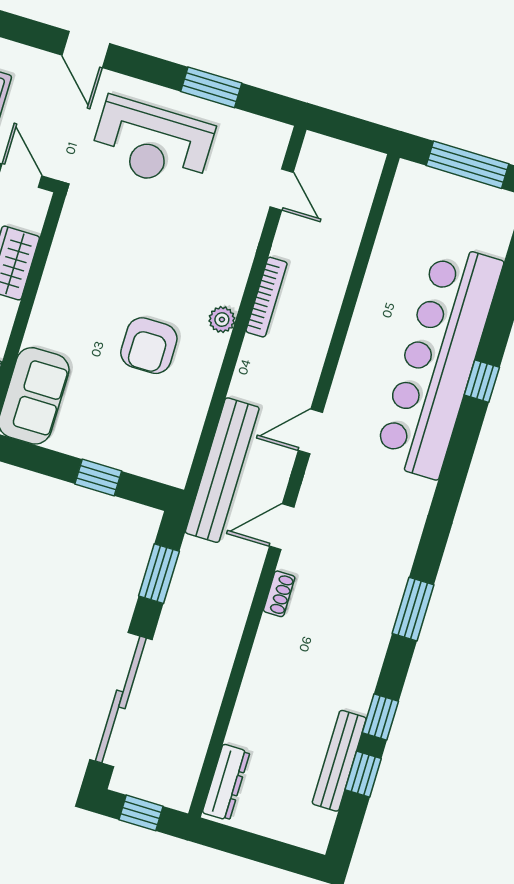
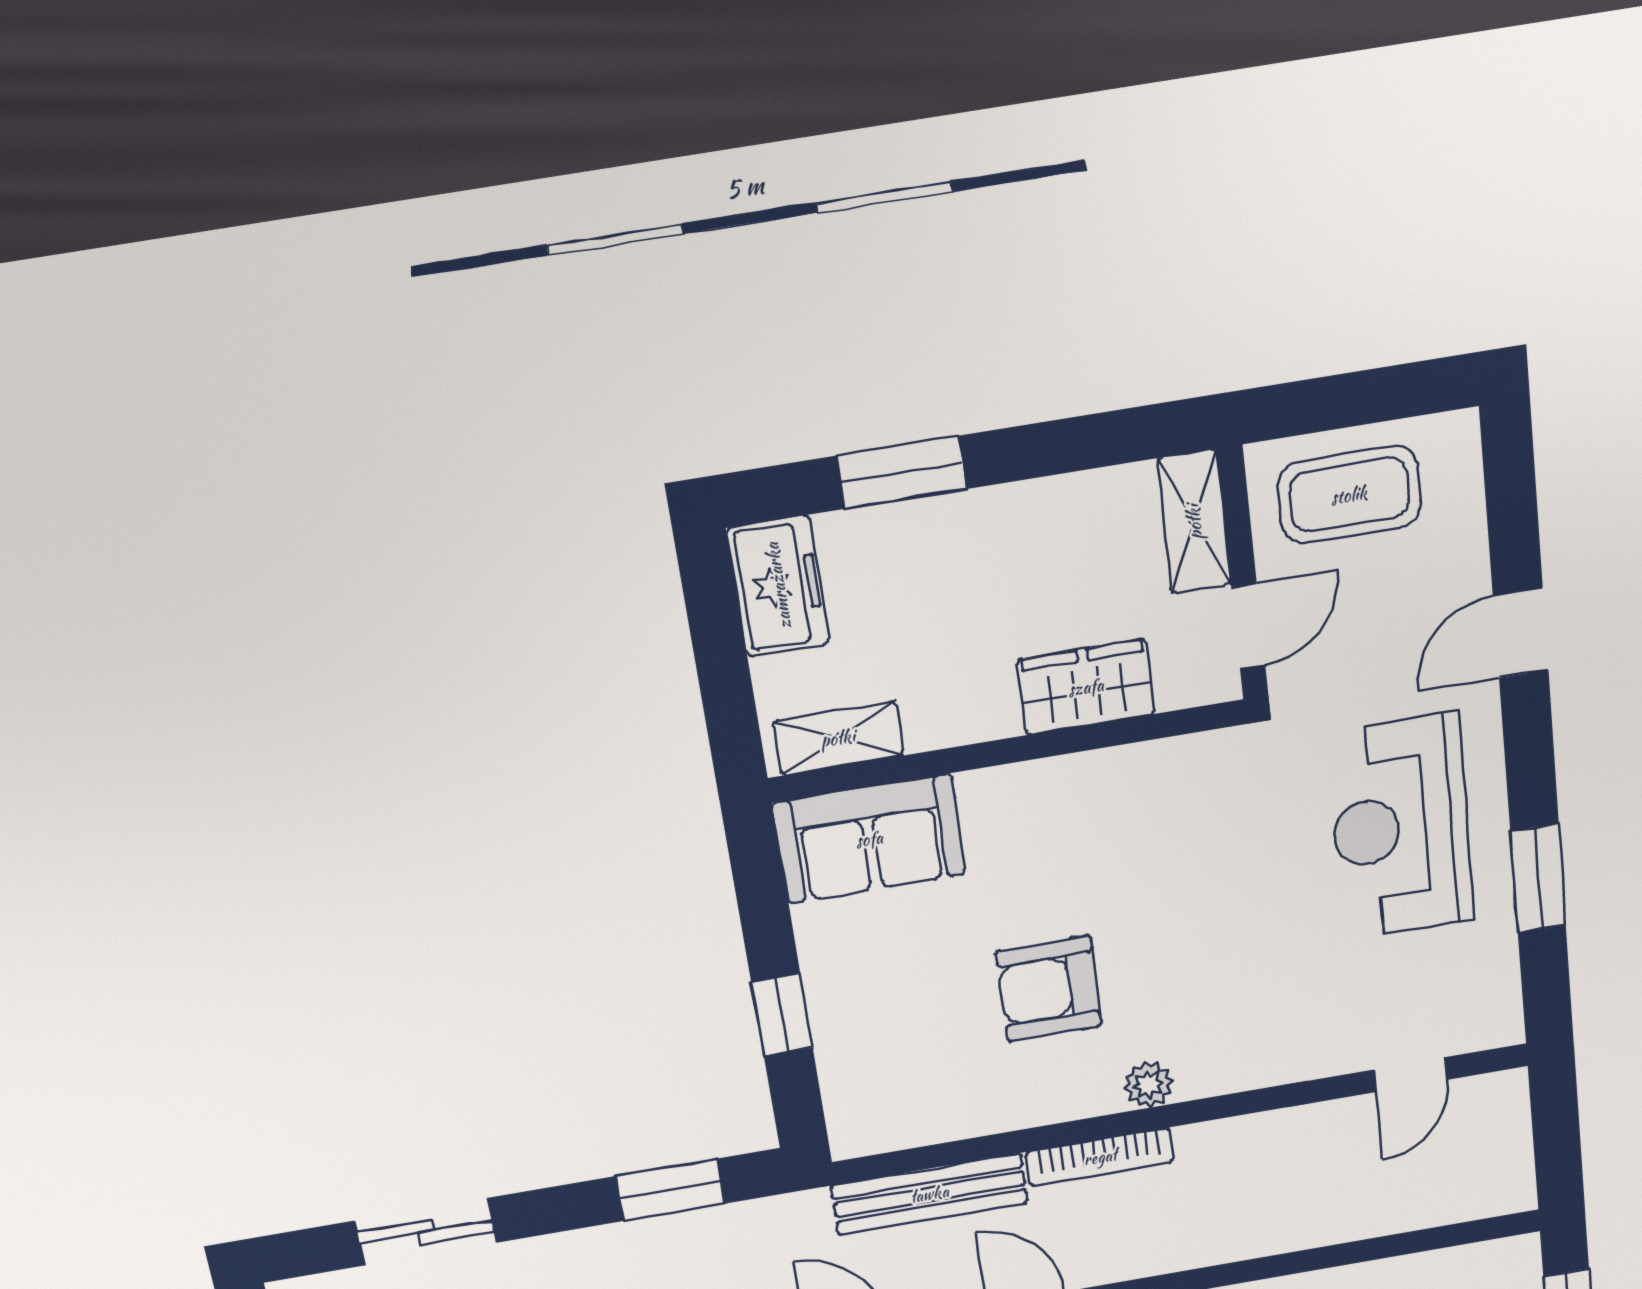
bookcase: (267, 297) -> (1100, 1157), moved
bench: (222, 470) -> (929, 1194), width x0.73, depth x0.82
sliding door: (121, 699) -> (426, 1232), width x0.54

